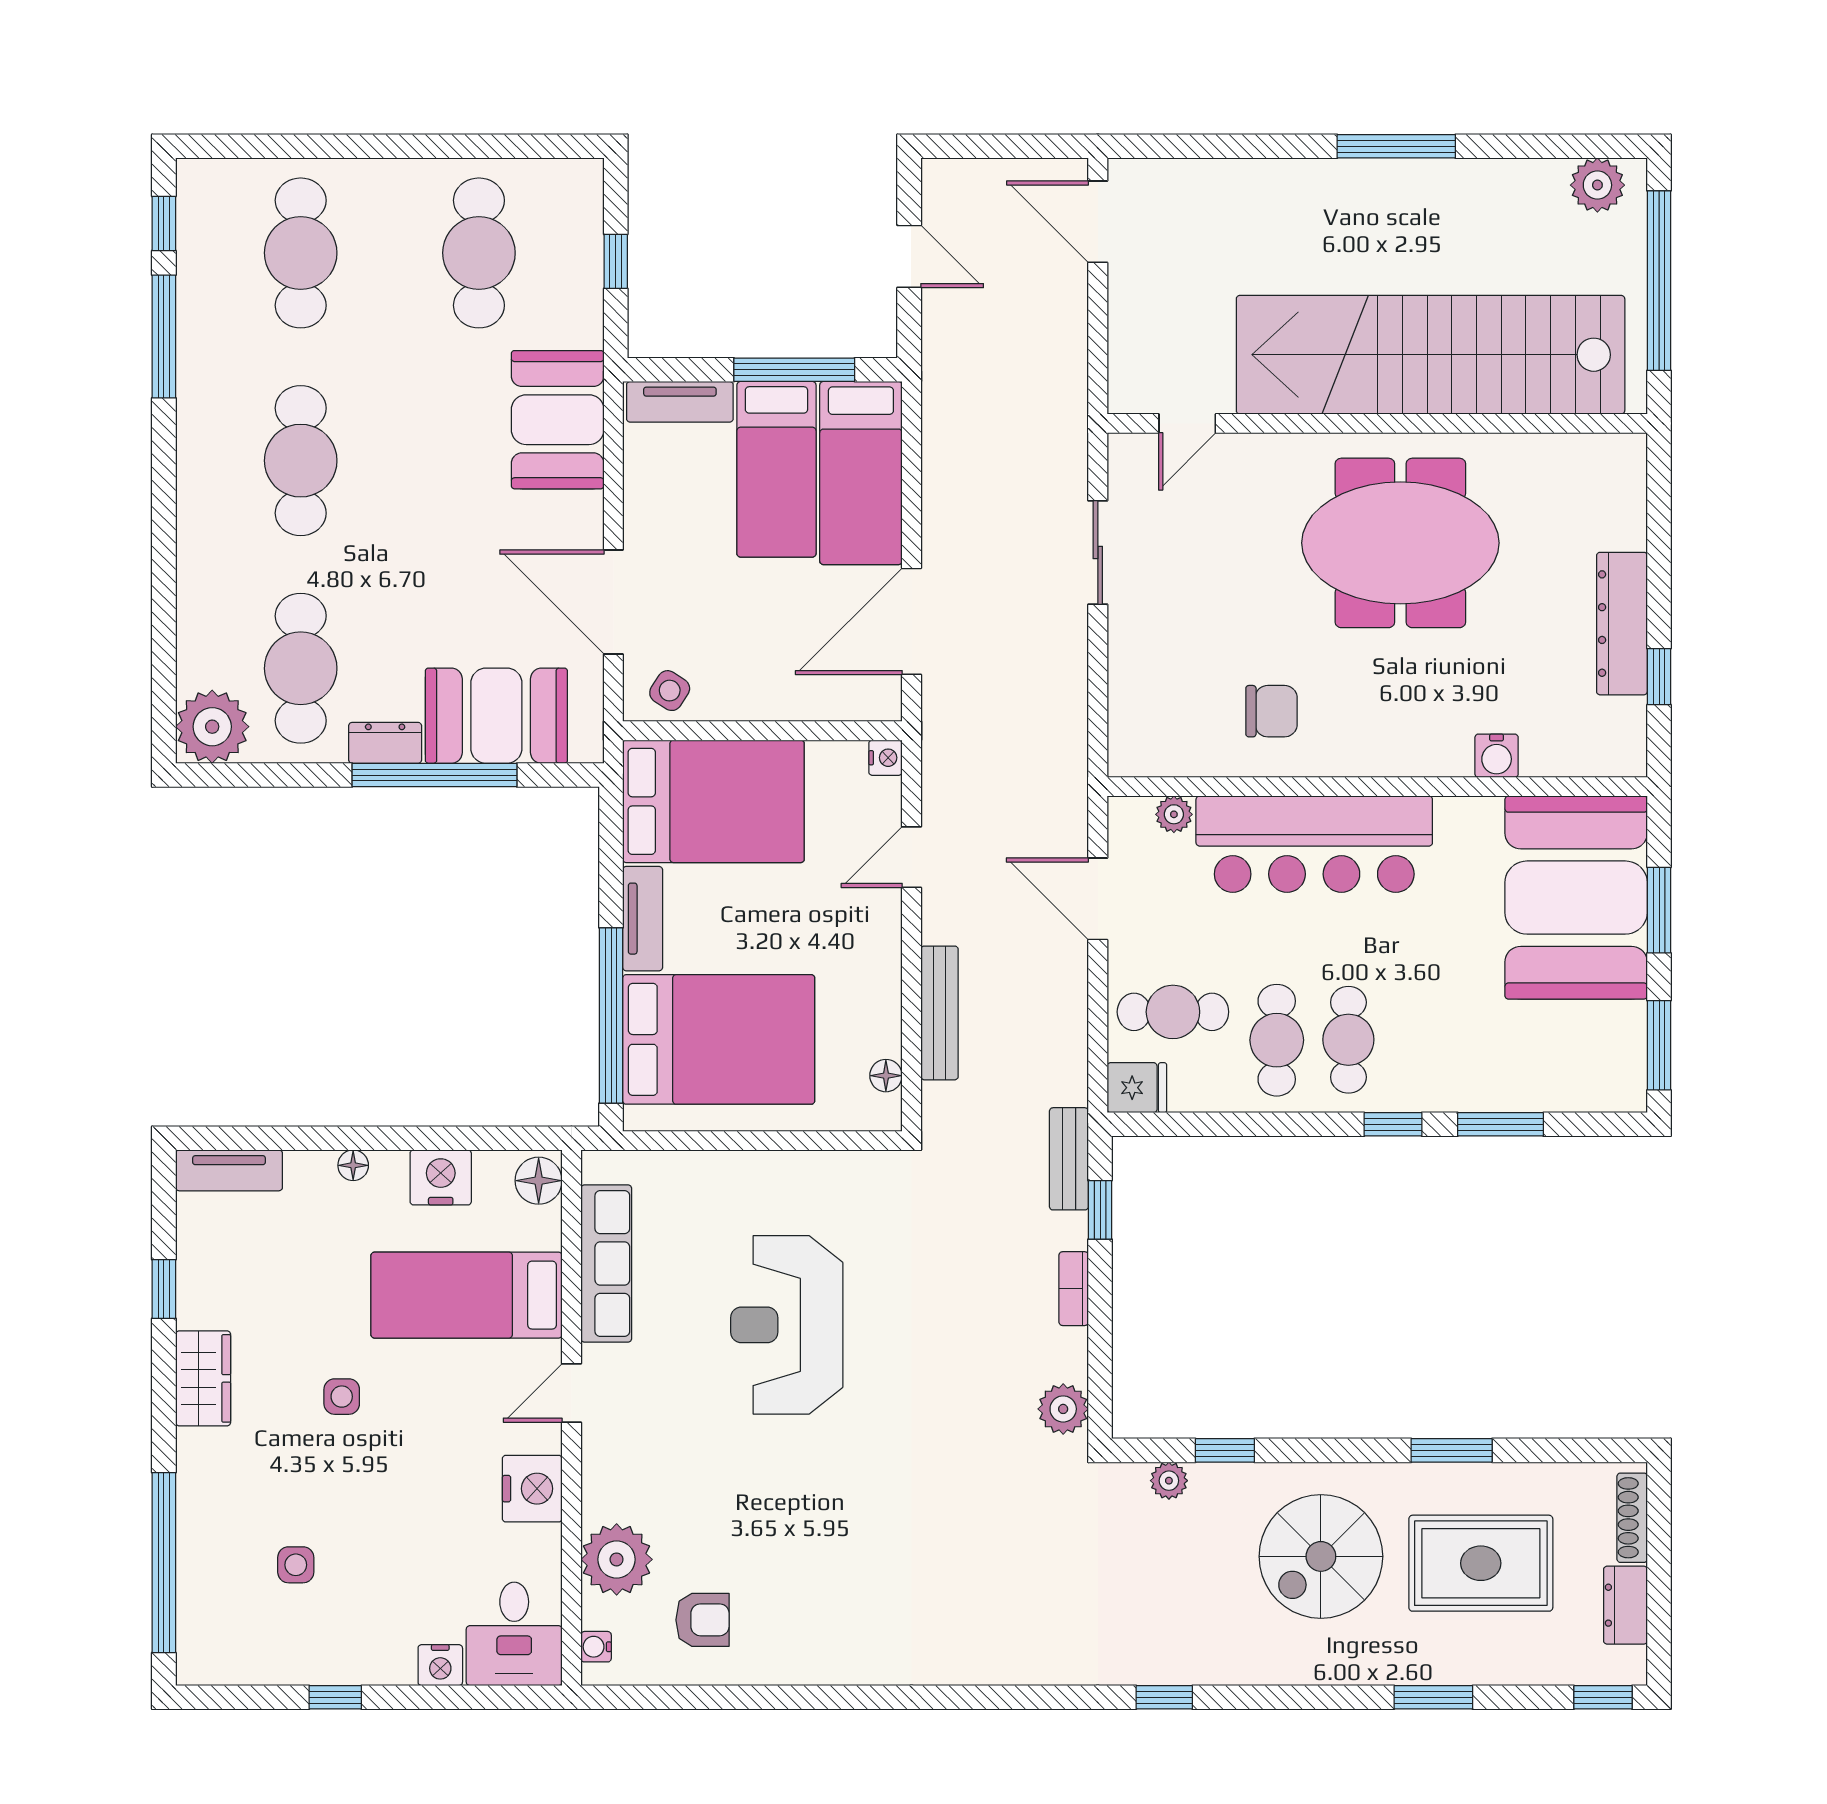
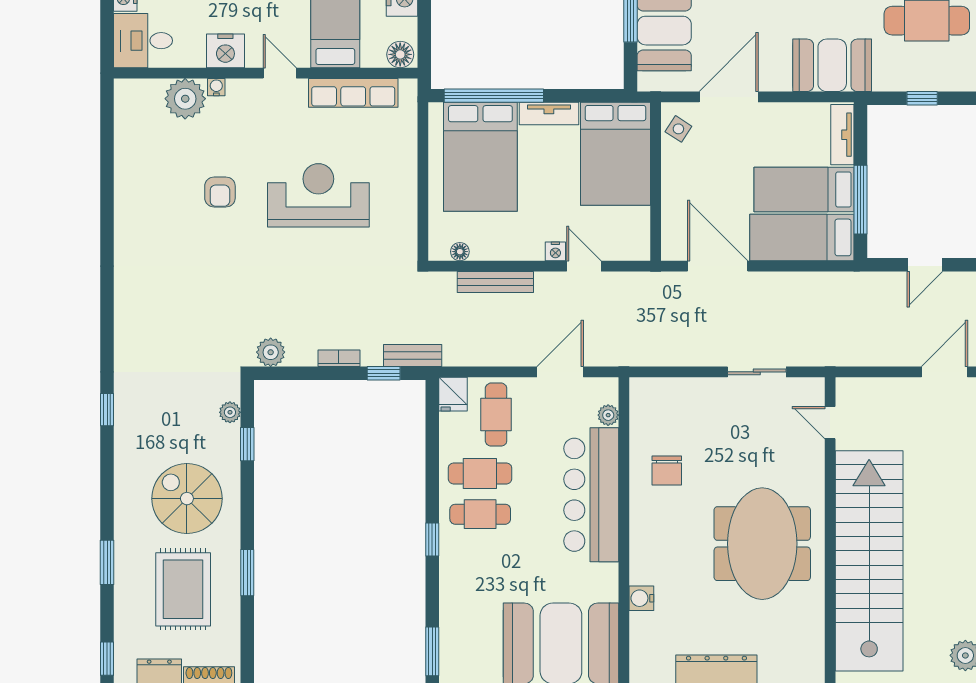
nightstand: (885, 758) -> (555, 251), moved
window: (1500, 1124) -> (432, 651), moved
armchair: (703, 1620) -> (220, 192), moved
water cooler: (596, 1647) -> (216, 87), moved

